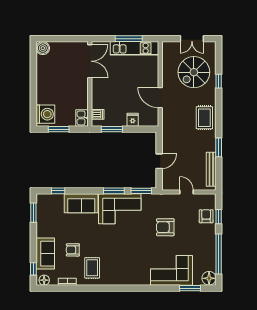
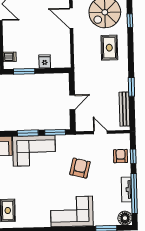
door: (160, 98) -> (71, 18), moved
rug: (204, 118) -> (109, 48), moved
armchair: (165, 227) -> (80, 168), turned 104
tv unit: (211, 250) -> (126, 190), added
corner sofa: (171, 270) -> (72, 211), moved

